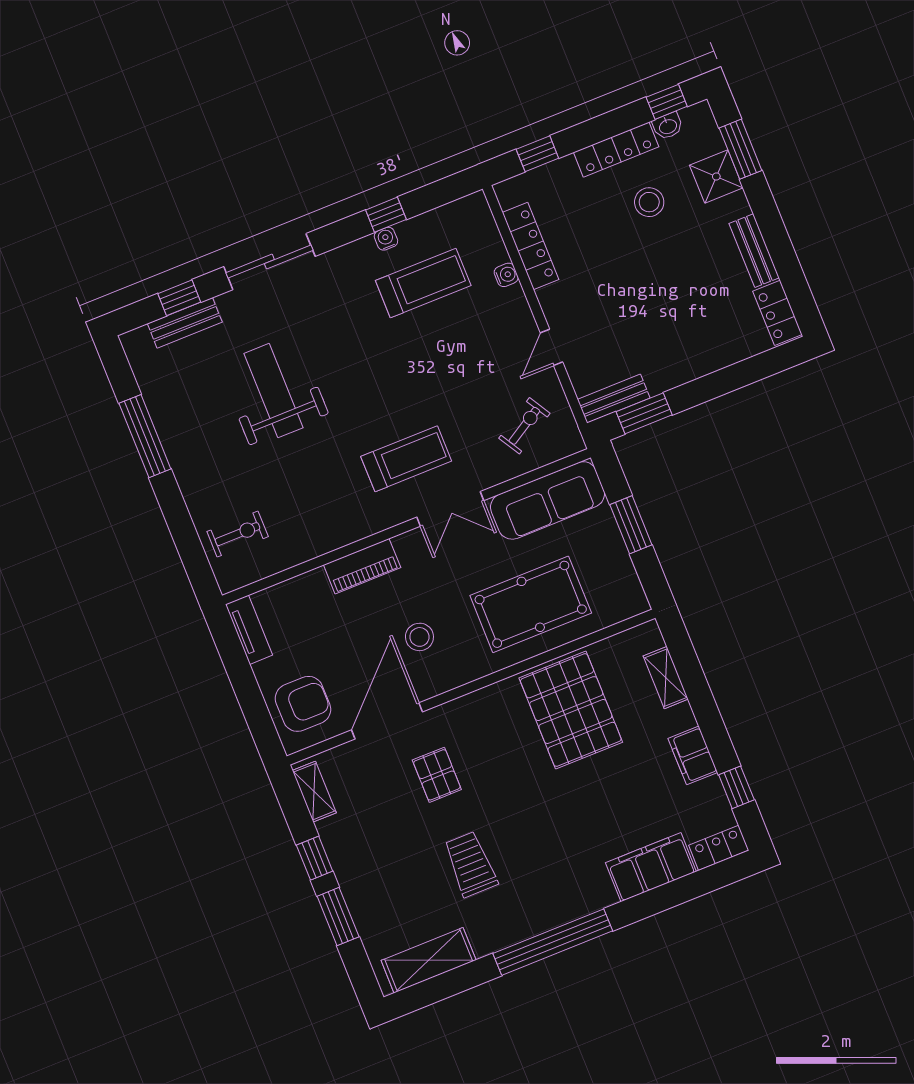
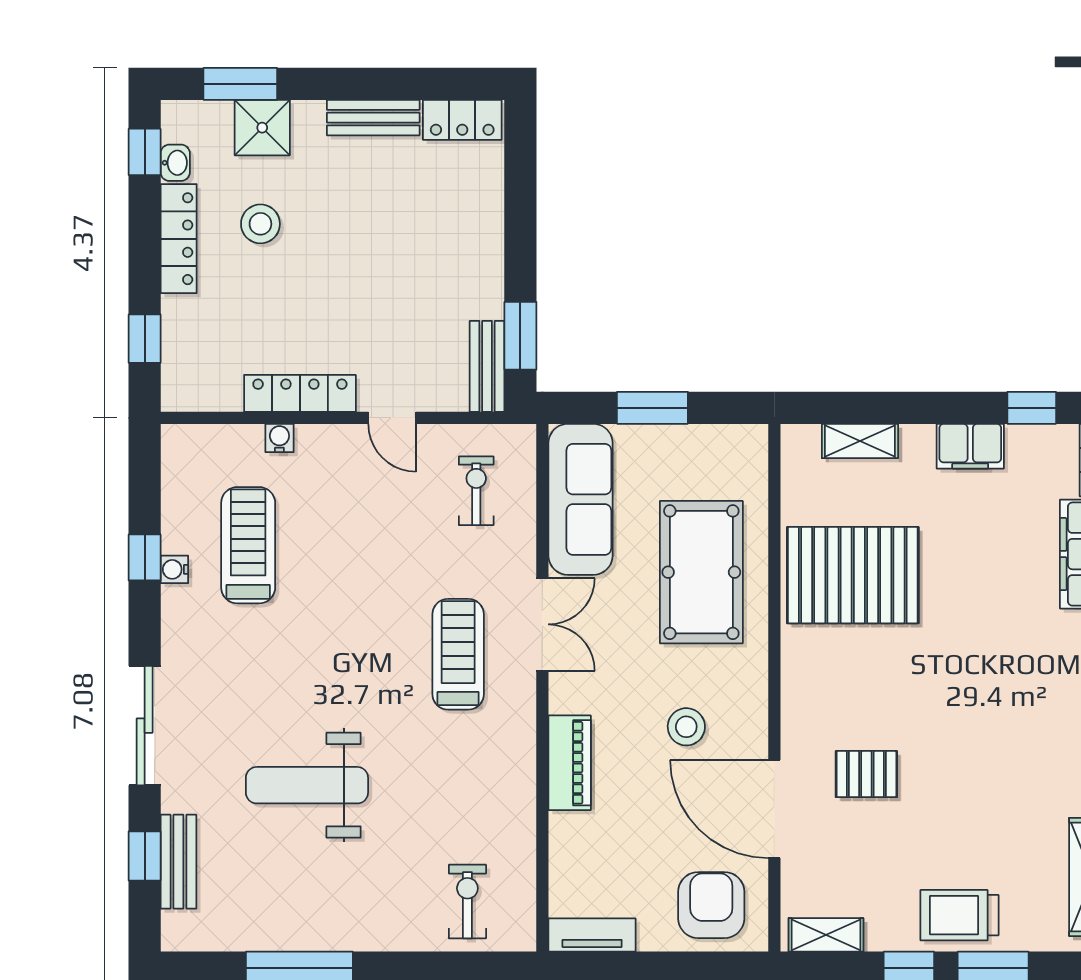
locker: (530, 246) -> (300, 393), moved
exercise bike: (524, 426) -> (476, 491), turned 31
trolley: (471, 864) -> (959, 915), moved

